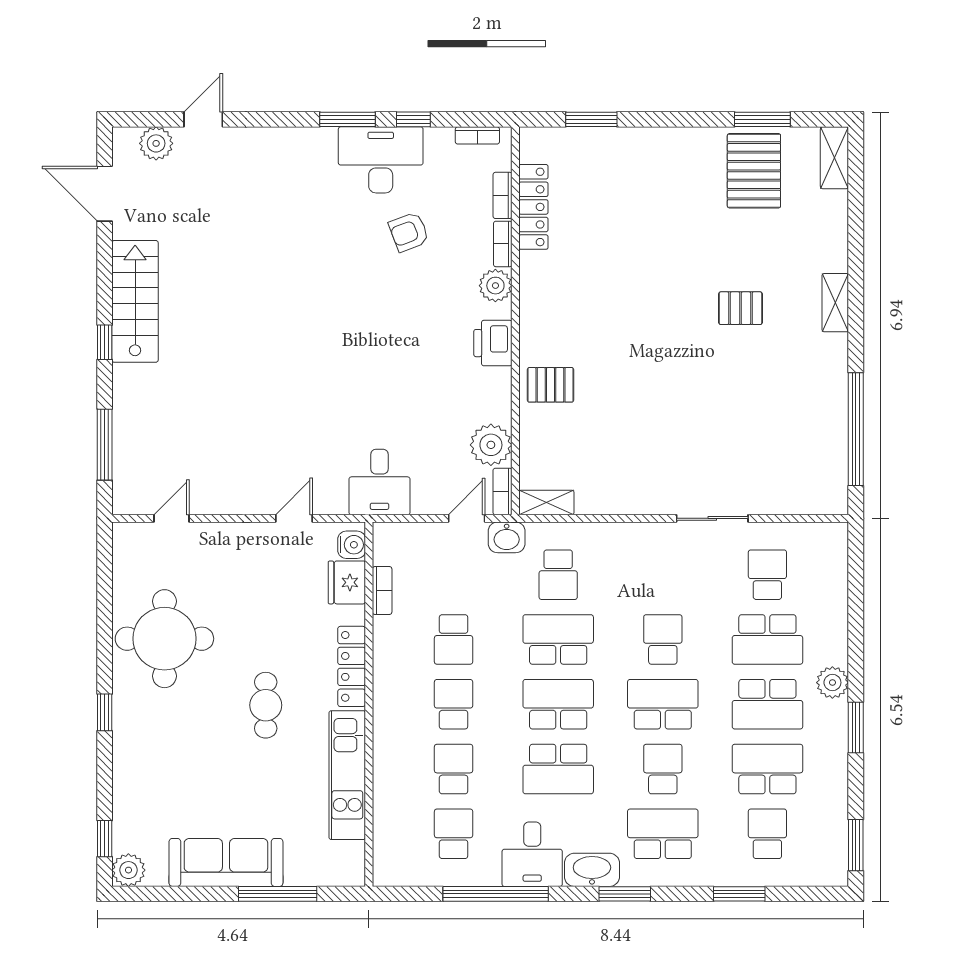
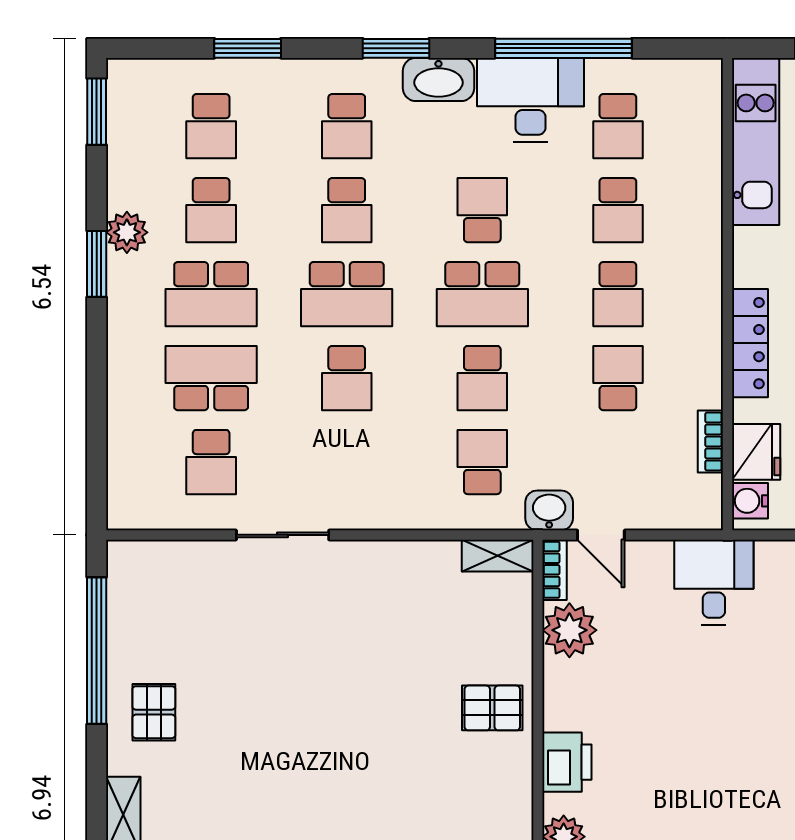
pallet: (740, 308) -> (154, 712), moved, turned 90
door: (467, 518) -> (601, 535), hinge flipped
school desk: (558, 639) -> (482, 378), width x0.54
plant: (832, 683) -> (127, 232), moved
school desk: (767, 704) -> (211, 294), turned 180
school desk: (558, 769) -> (482, 210), width x0.54
school desk: (767, 769) -> (211, 210), width x0.54
kitchen unit: (347, 775) -> (756, 141), moved
school desk: (663, 834) -> (347, 126), width x0.54
desk: (532, 854) -> (530, 100), width x1.37

